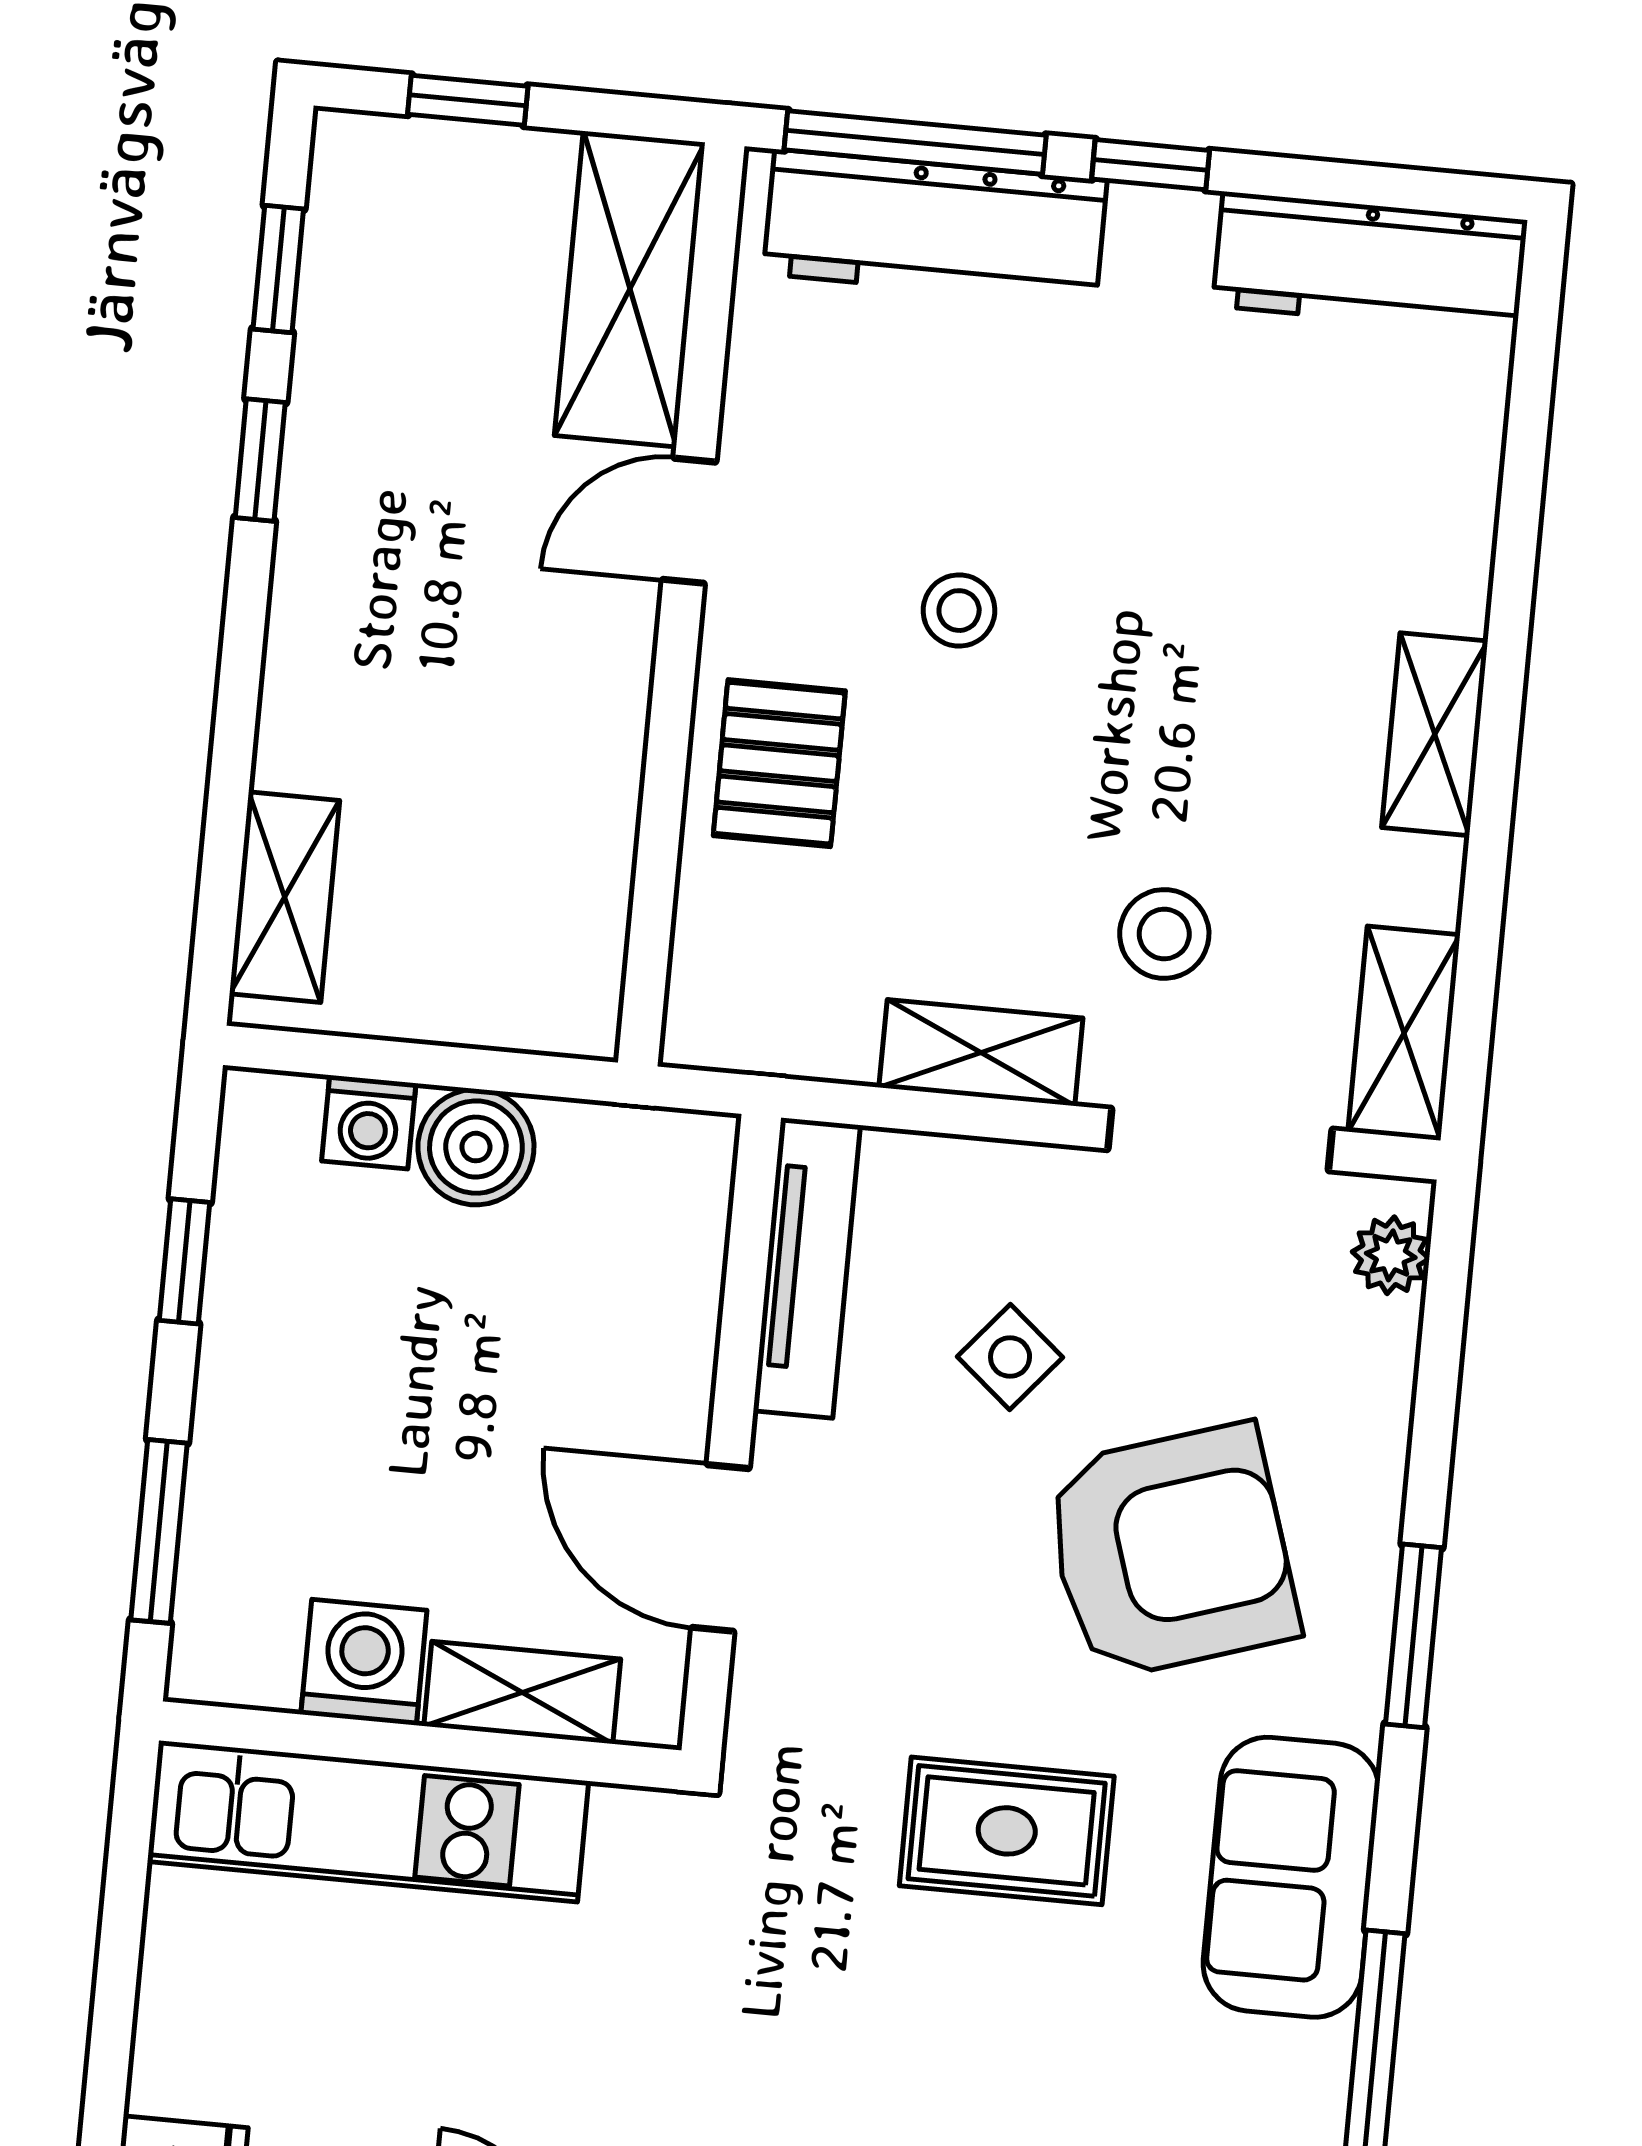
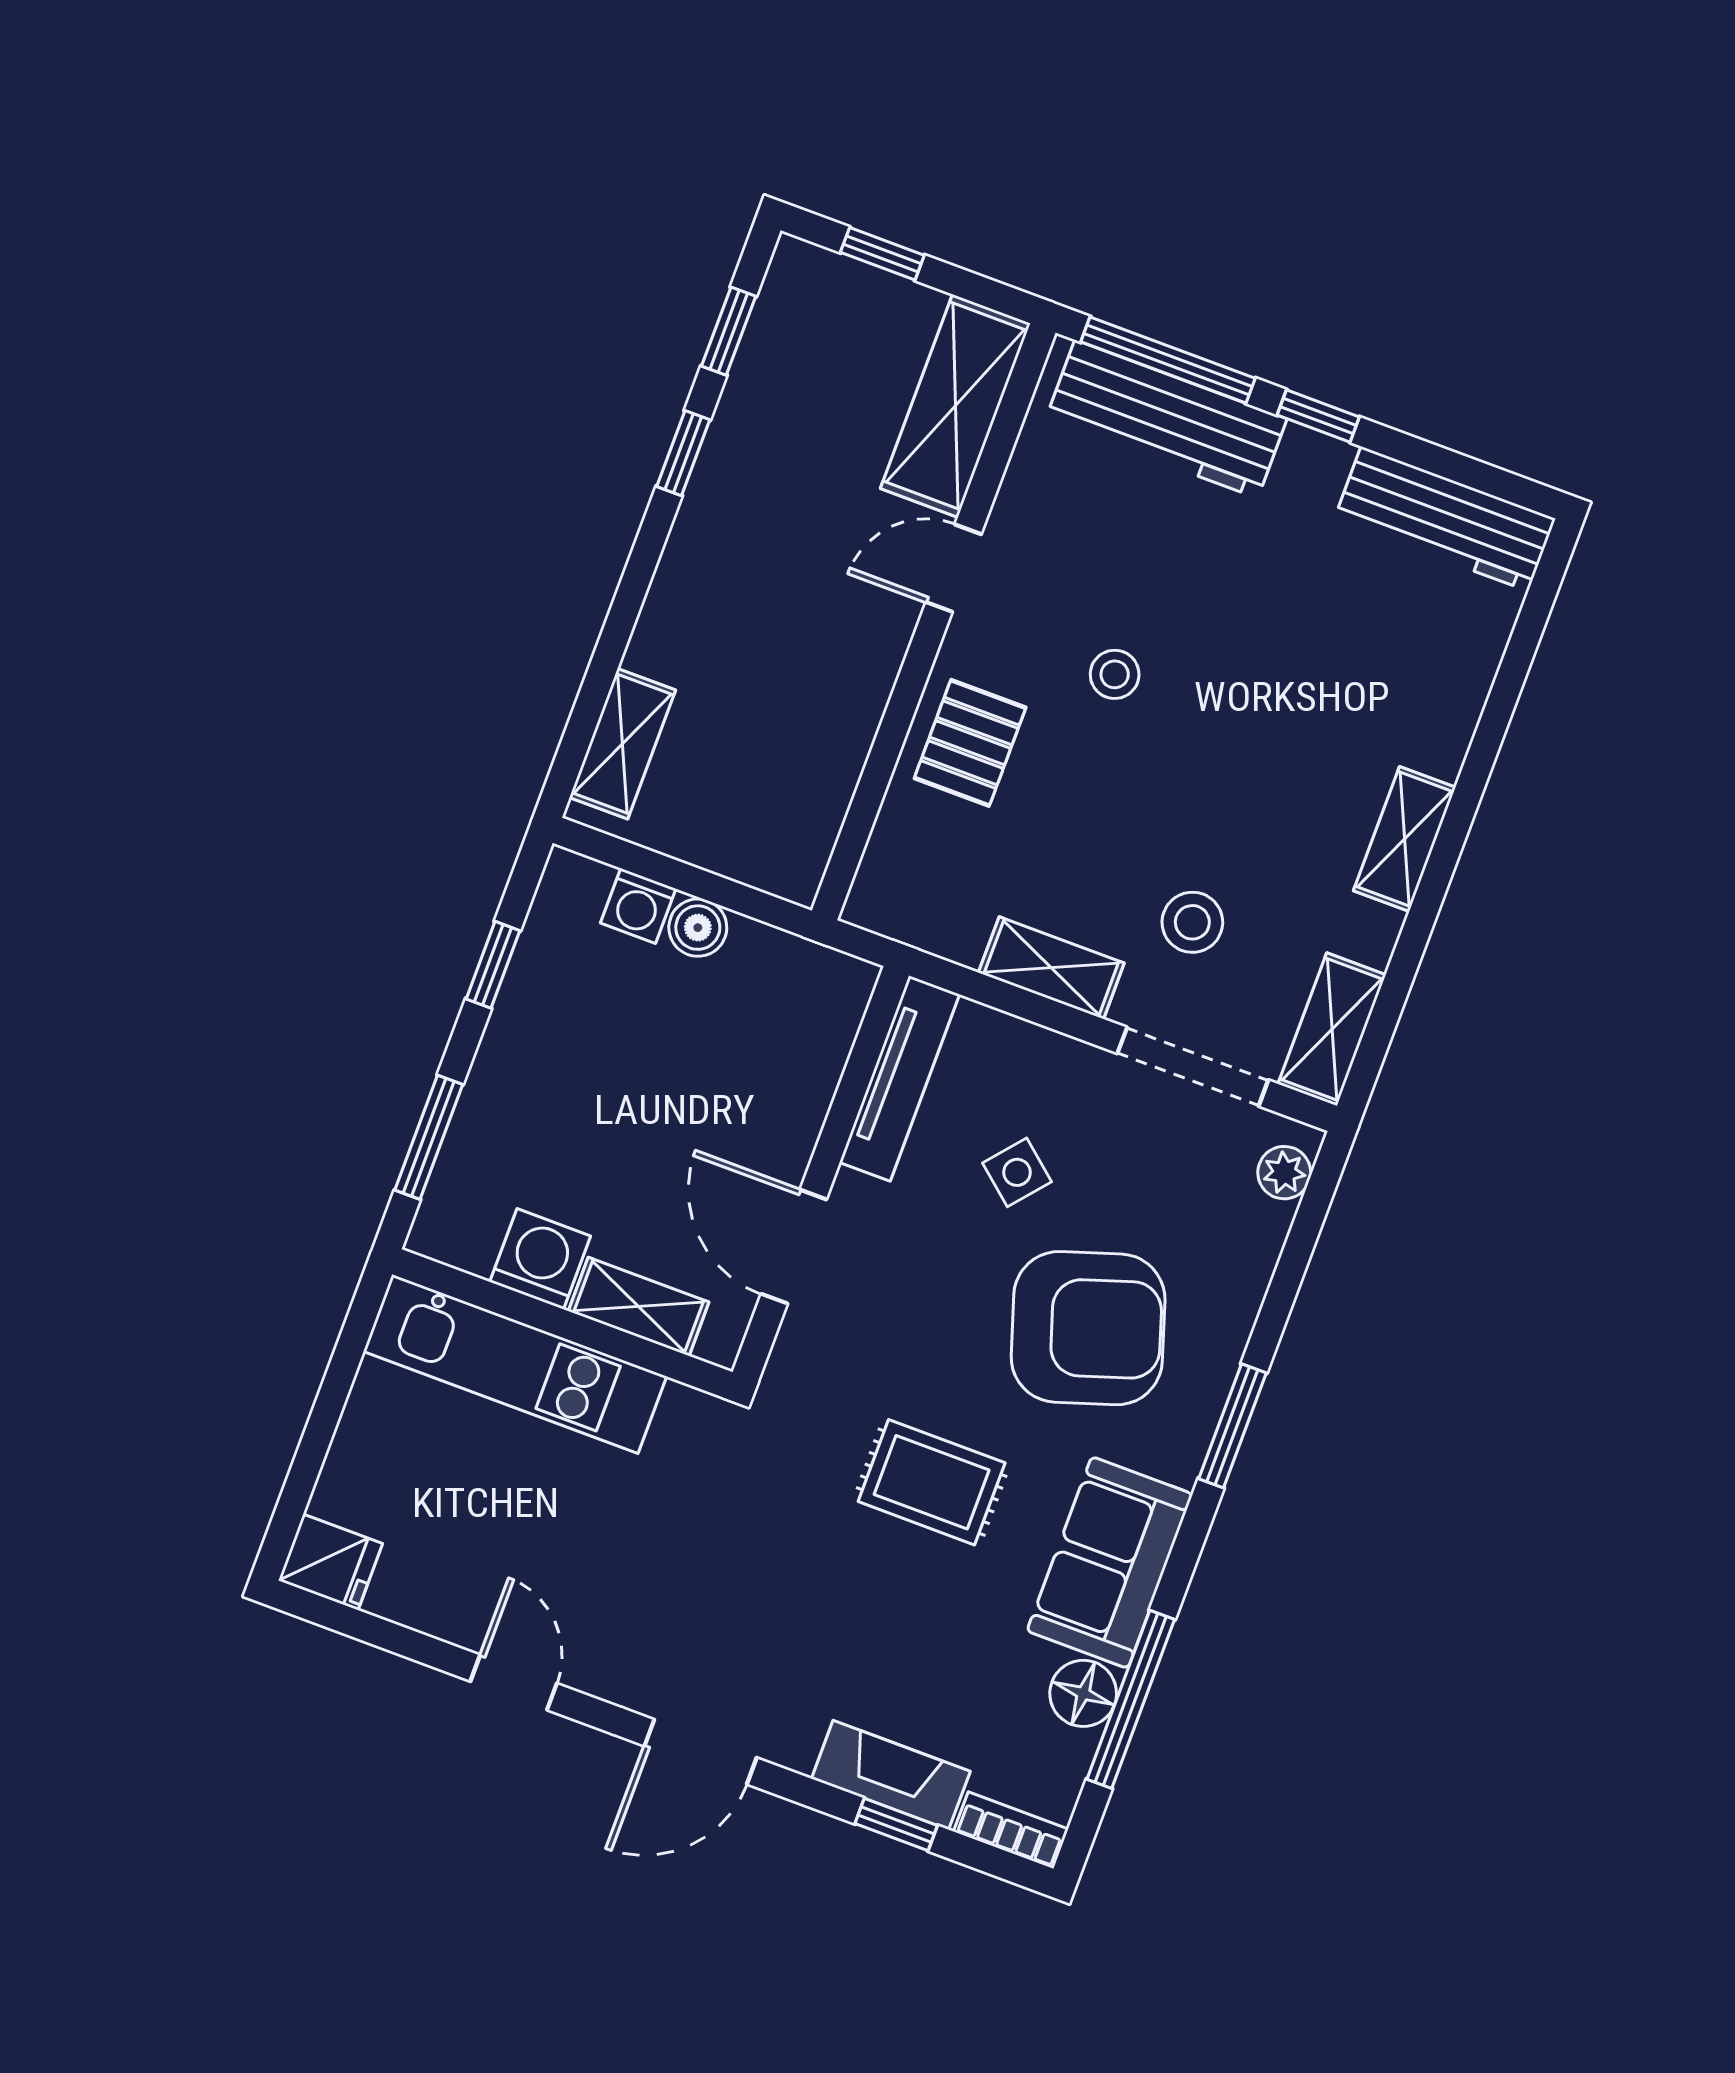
boiler: (476, 1147) -> (698, 928), width x0.73, depth x0.73
floor lamp: (1303, 2074) -> (1083, 1693), added

